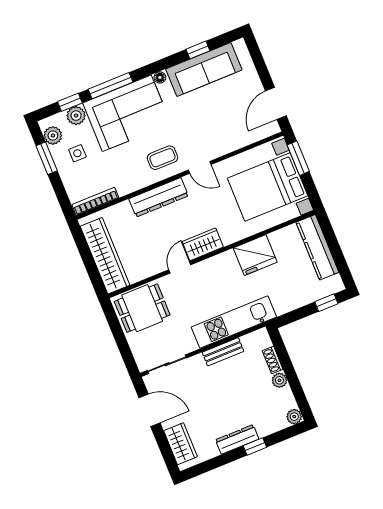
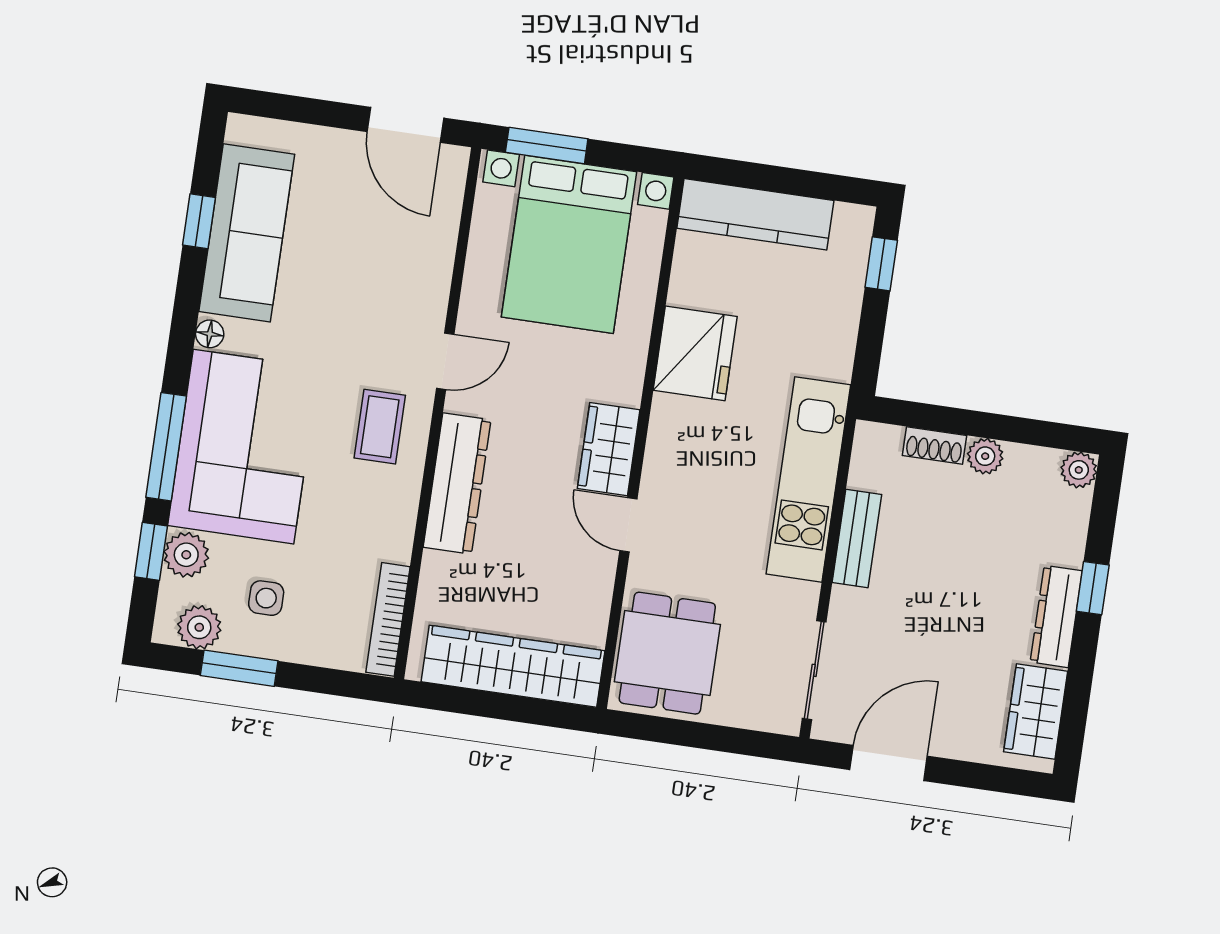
wardrobe: (180, 444) -> (1036, 712), moved, turned -90

